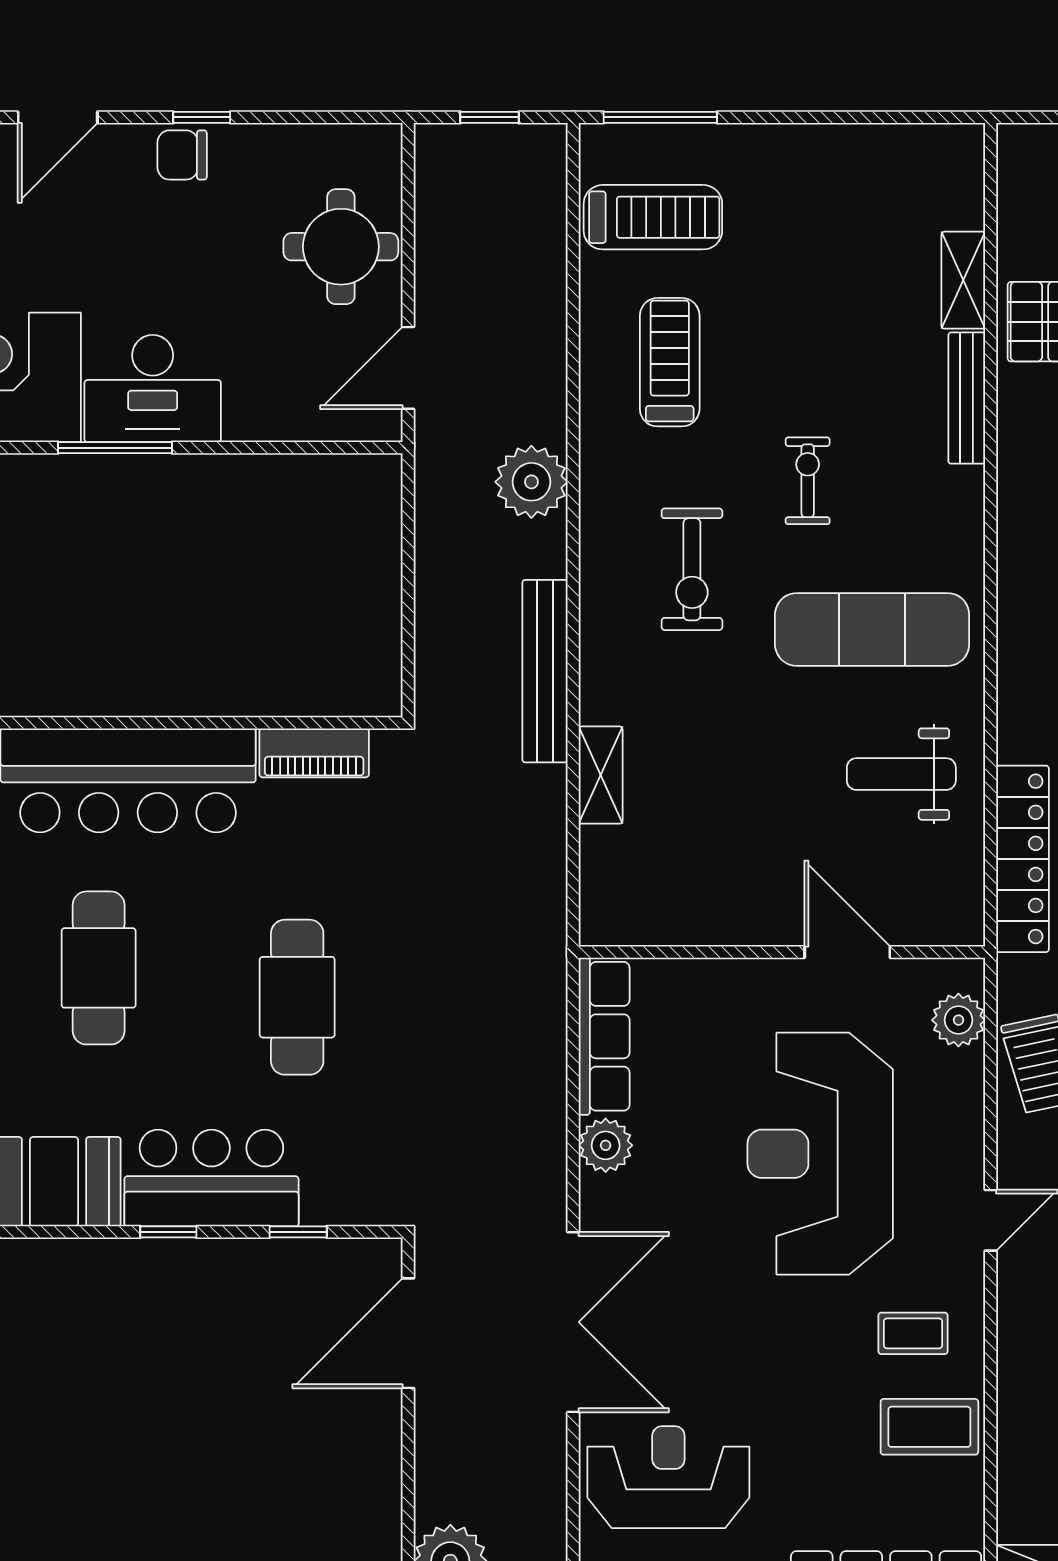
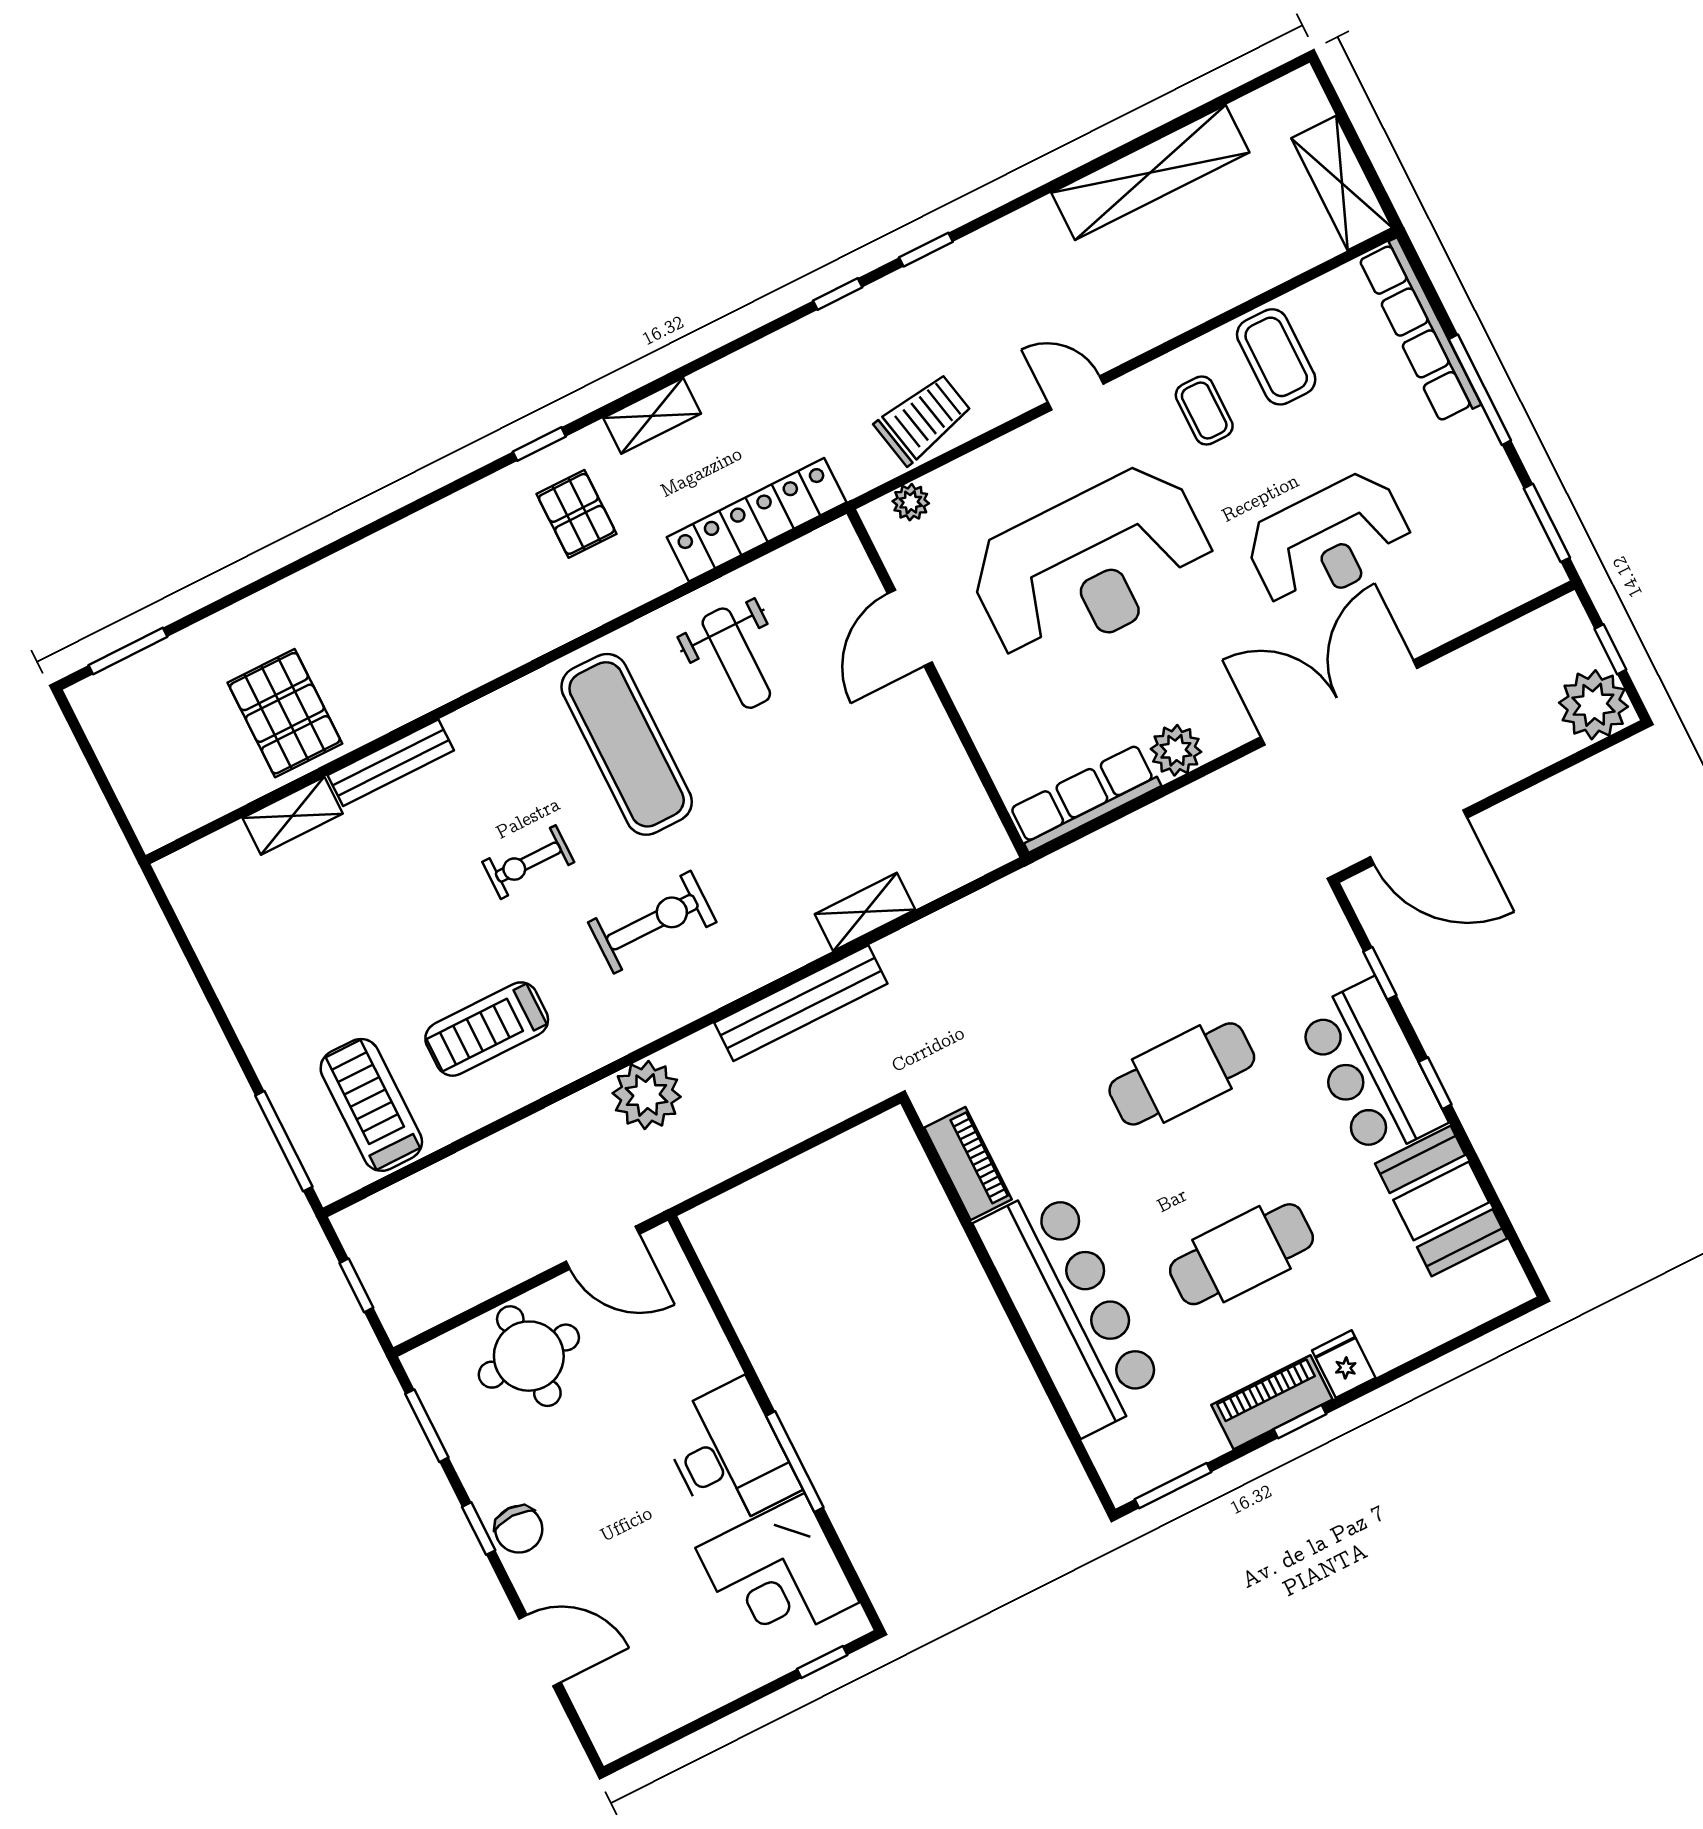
window: (324, 117) -> (427, 1426), added
plant: (958, 1020) -> (911, 502), width x0.73, depth x0.73
reception desk: (668, 1477) -> (1329, 541), moved, turned -90

